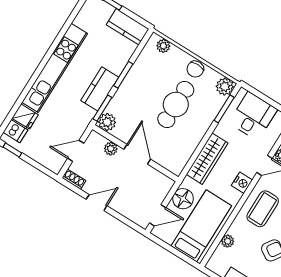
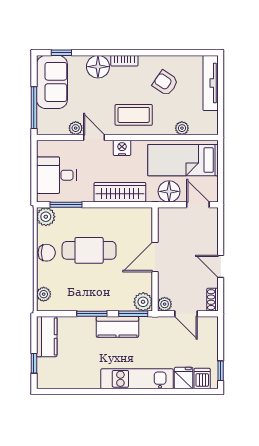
kitchen unit: (55, 68) -> (137, 379), width x0.73
plant: (111, 149) -> (165, 304), moved

